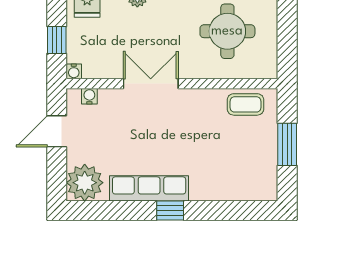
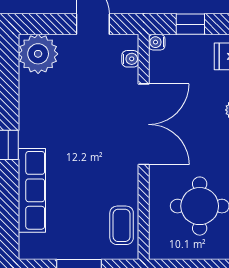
double door: (151, 84) -> (144, 124), width x1.37
row of seats: (149, 188) -> (32, 190), moved

